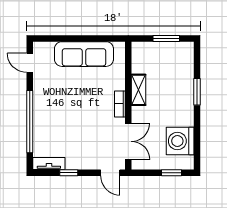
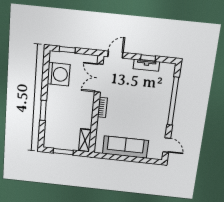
shelving: (139, 90) -> (85, 140), moved
tv unit: (49, 164) -> (146, 65), moved
door: (110, 173) -> (115, 55), hinge flipped

